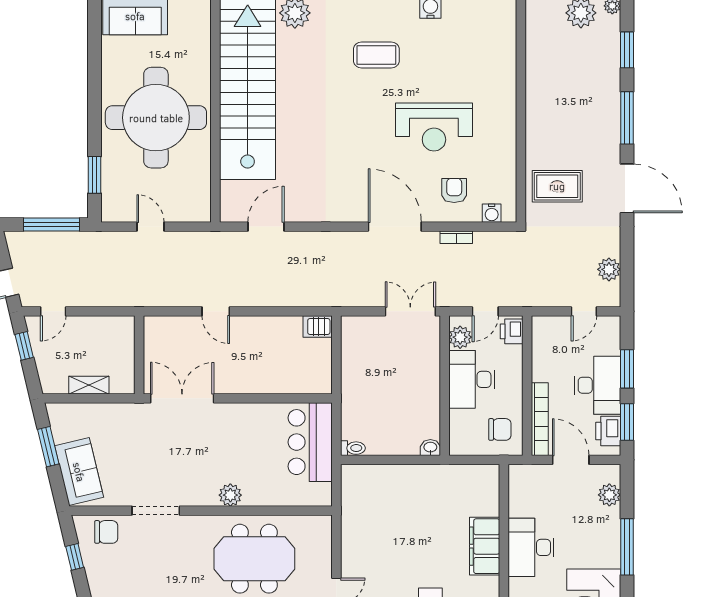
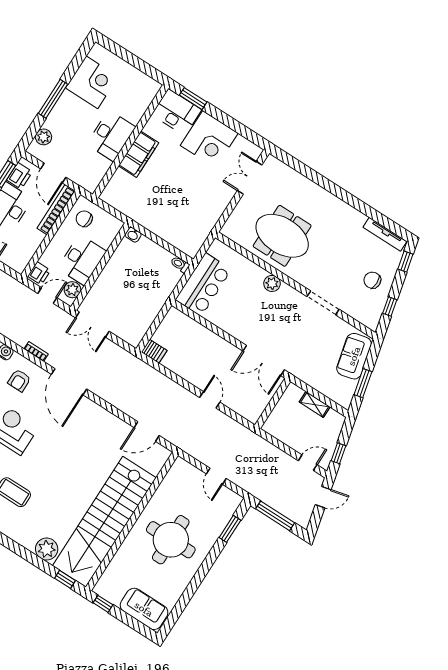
round table: (156, 118) -> (171, 540), width x0.73, depth x0.73
chair: (106, 532) -> (372, 280), moved

